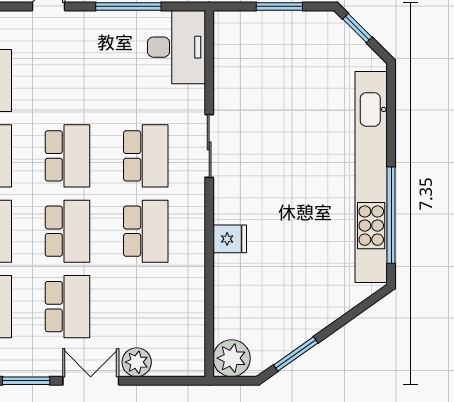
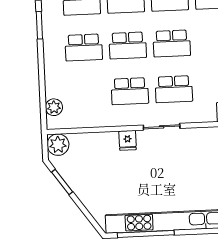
sliding door: (209, 146) -> (162, 127), moved
plant: (137, 362) -> (54, 107), moved
double door: (91, 381) -> (41, 63), removed

